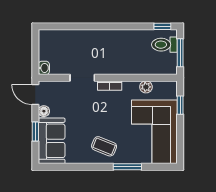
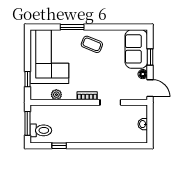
window: (162, 26) -> (59, 146), moved
washbasin: (44, 68) -> (143, 124), moved

